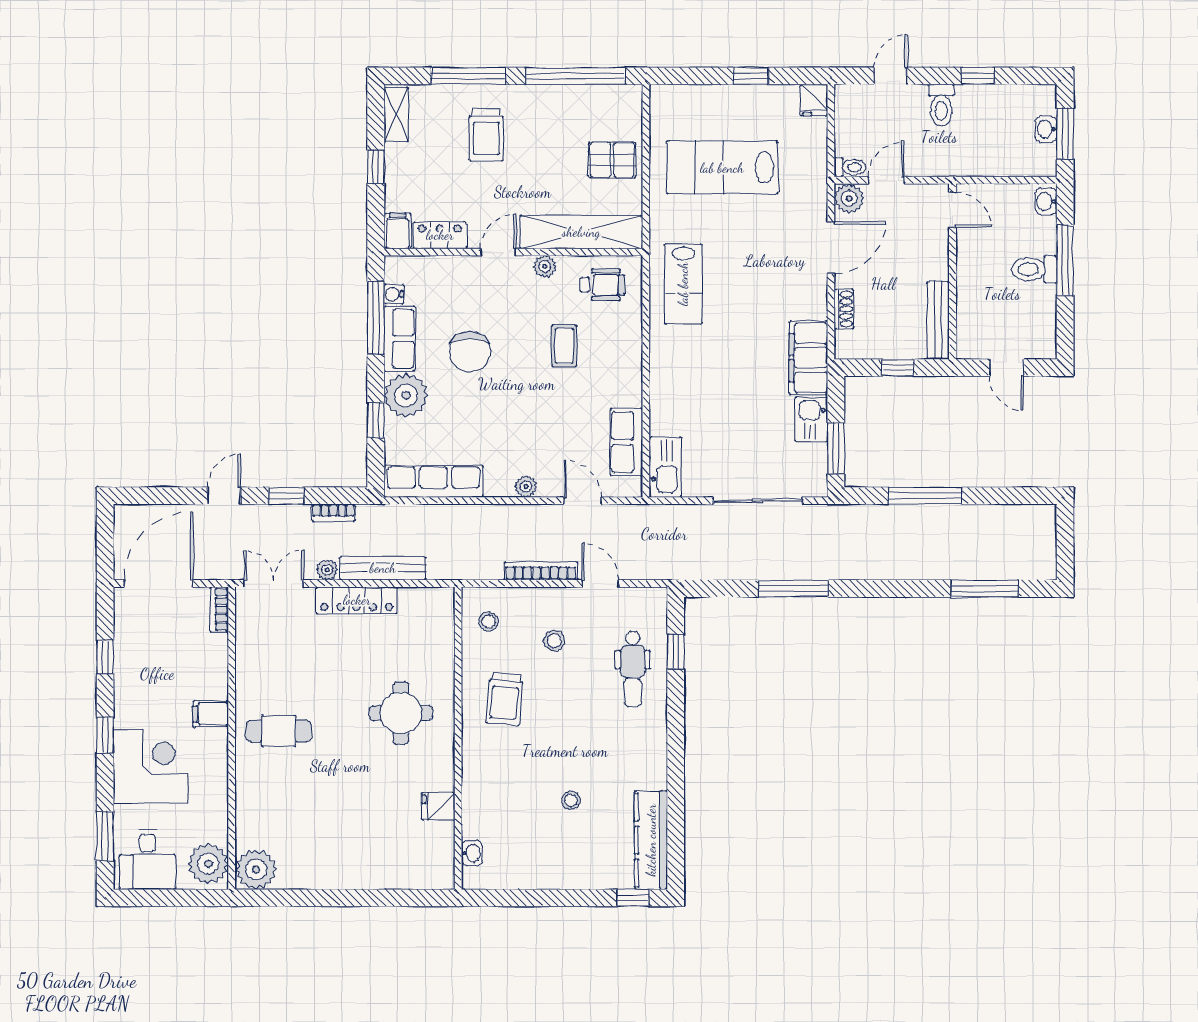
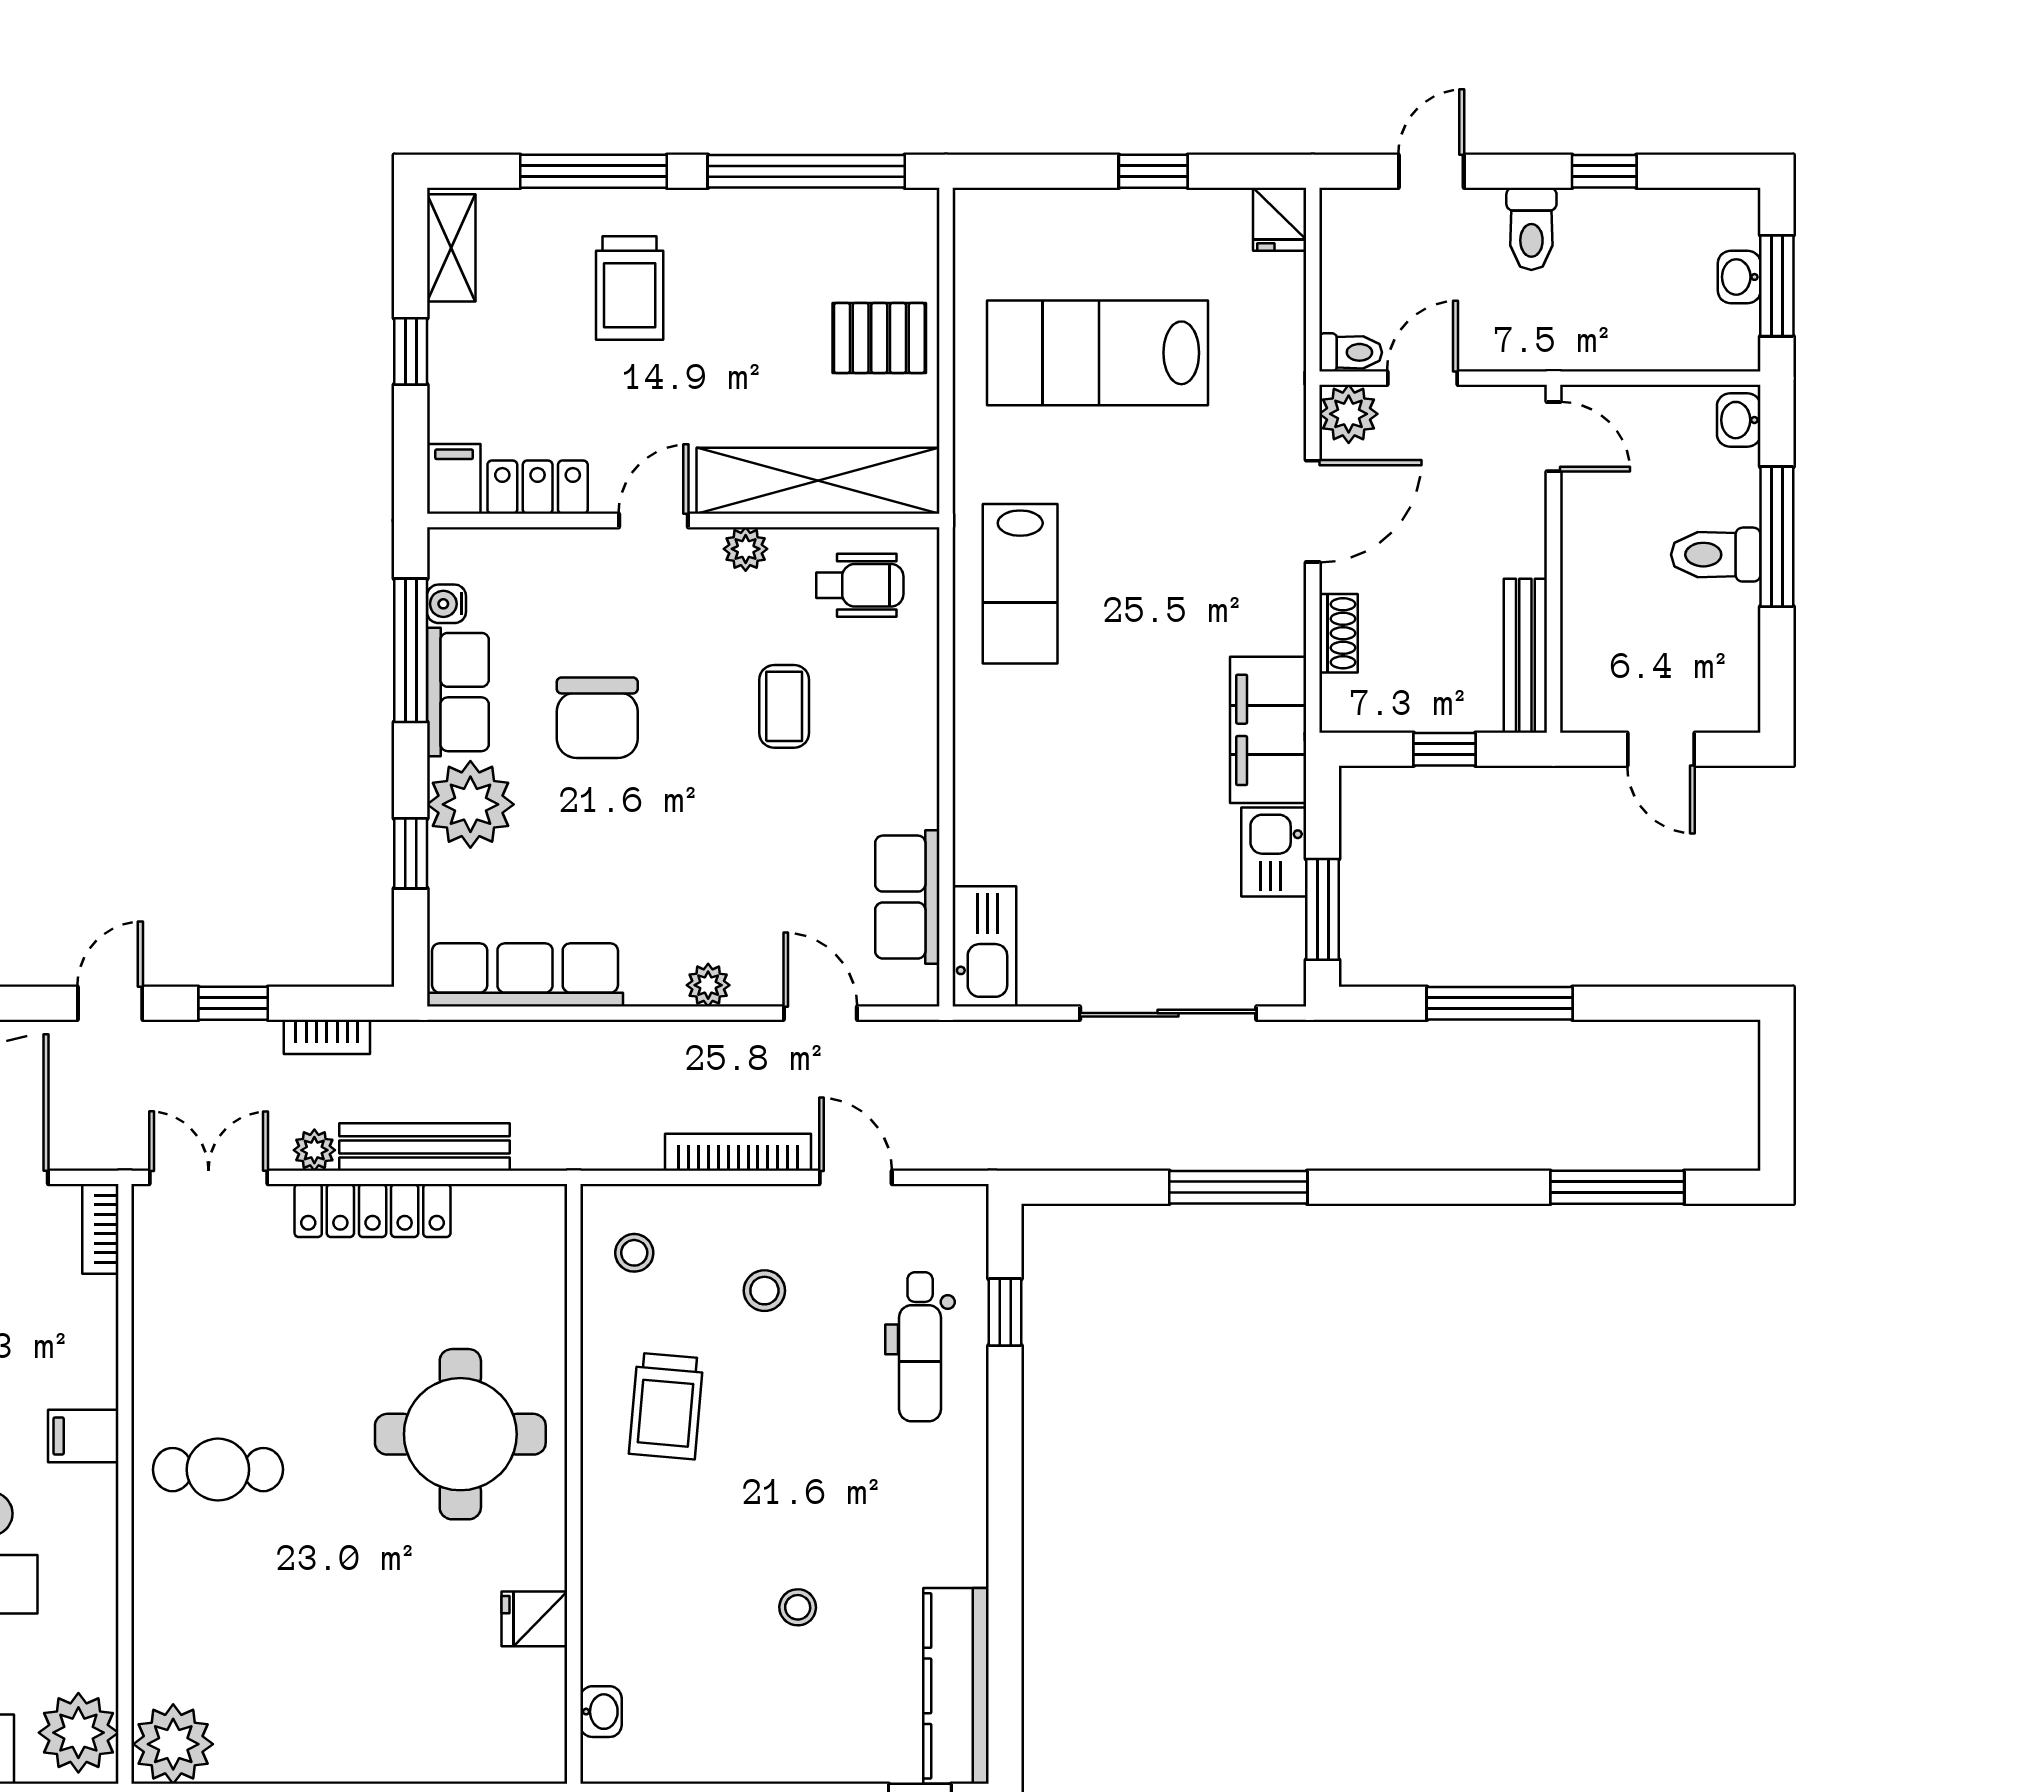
round table: (401, 713) -> (460, 1434), width x1.36, depth x1.36

